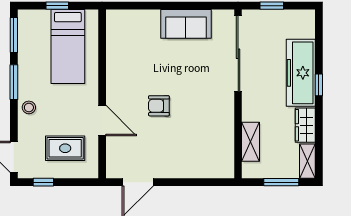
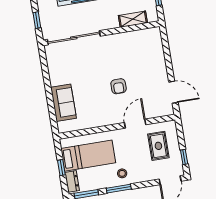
dresser: (35, 18) -> (72, 181), added
sofa: (186, 24) -> (63, 103), moved
stool: (29, 107) -> (122, 173), moved

